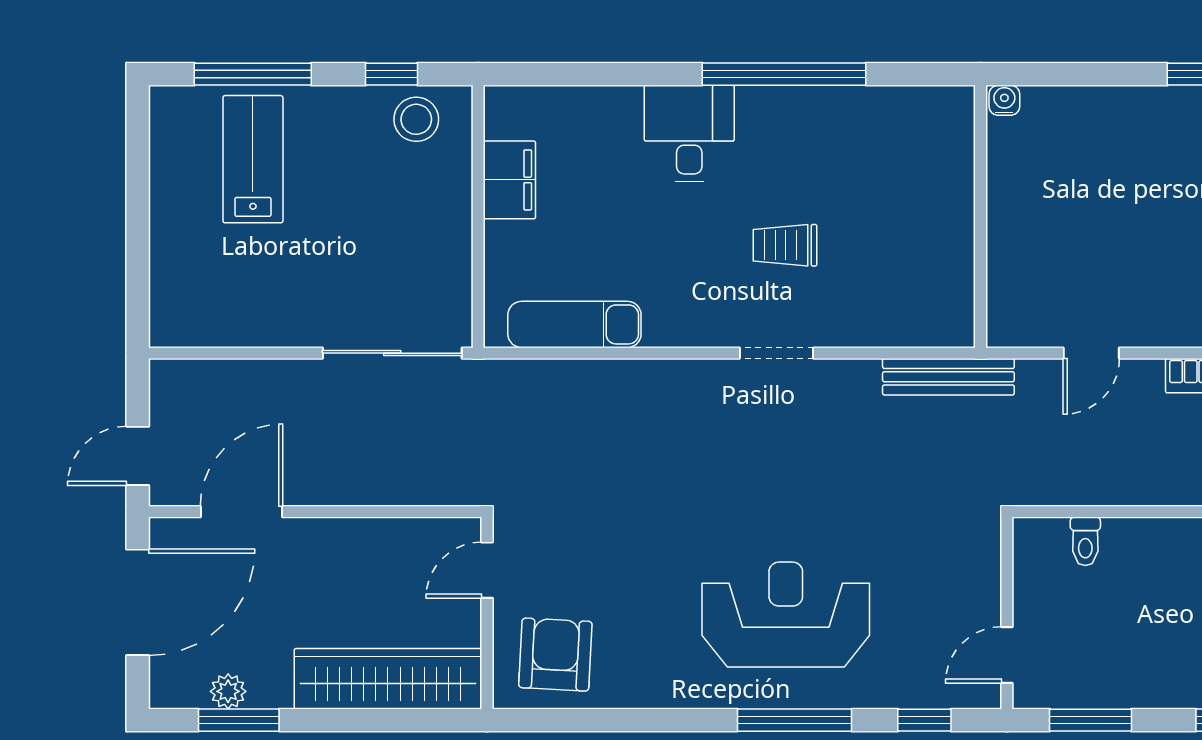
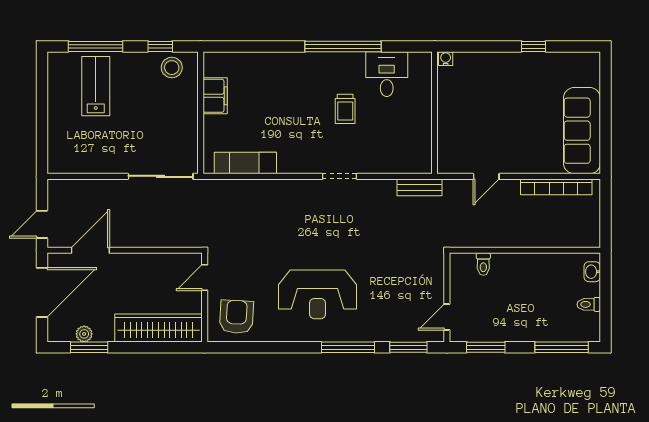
desk: (689, 133) -> (387, 74), moved
trolley: (785, 245) -> (345, 109), moved, turned -90
bench: (948, 377) -> (420, 187), width x0.73
reception desk: (786, 615) -> (318, 294), moved, turned 180
window: (924, 720) -> (408, 347), width x1.50

